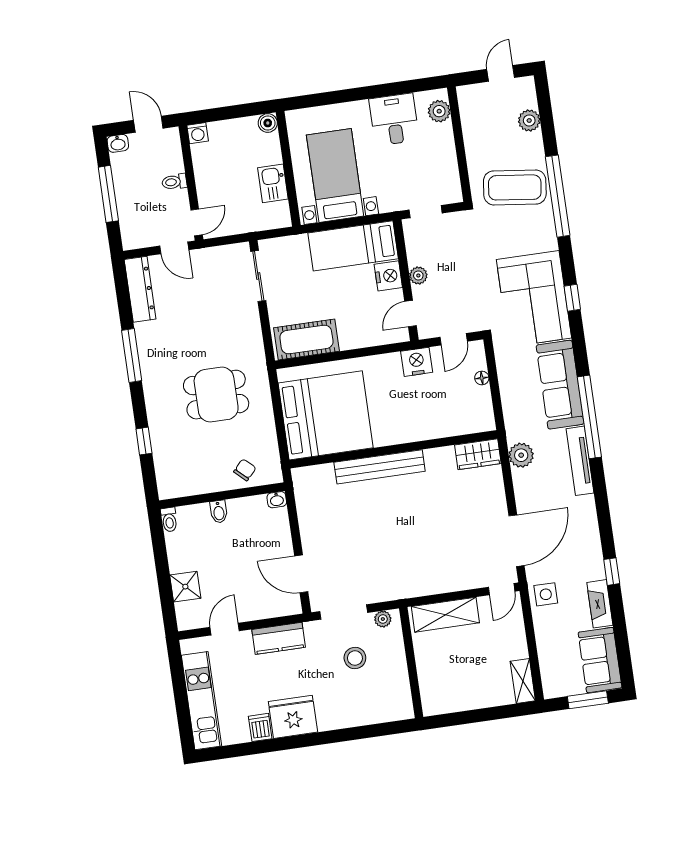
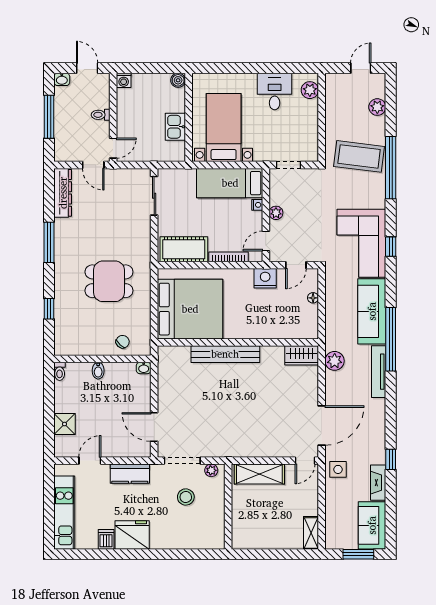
nightstand: (388, 276) -> (257, 205), width x0.53, depth x0.56
bookcase: (365, 341) -> (229, 257), added

